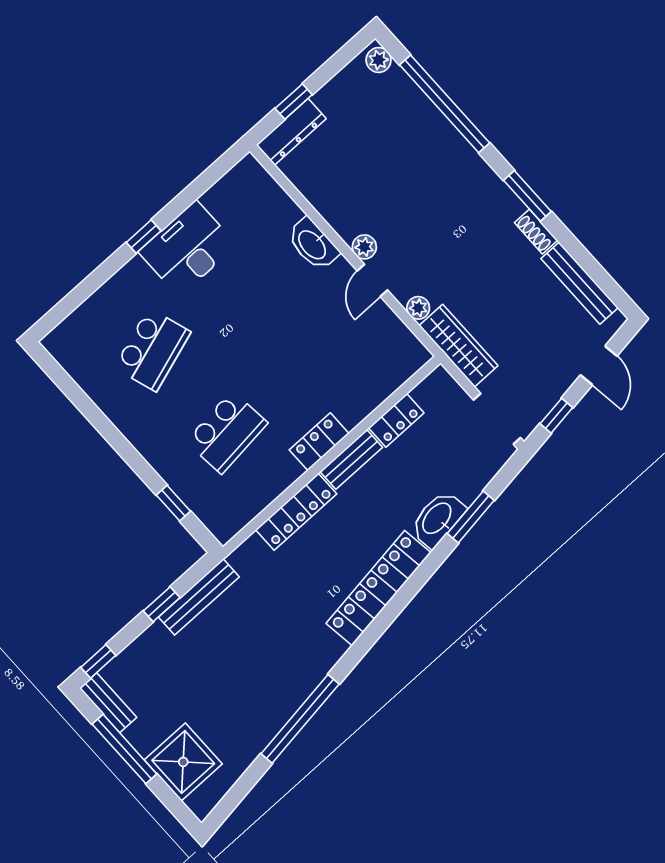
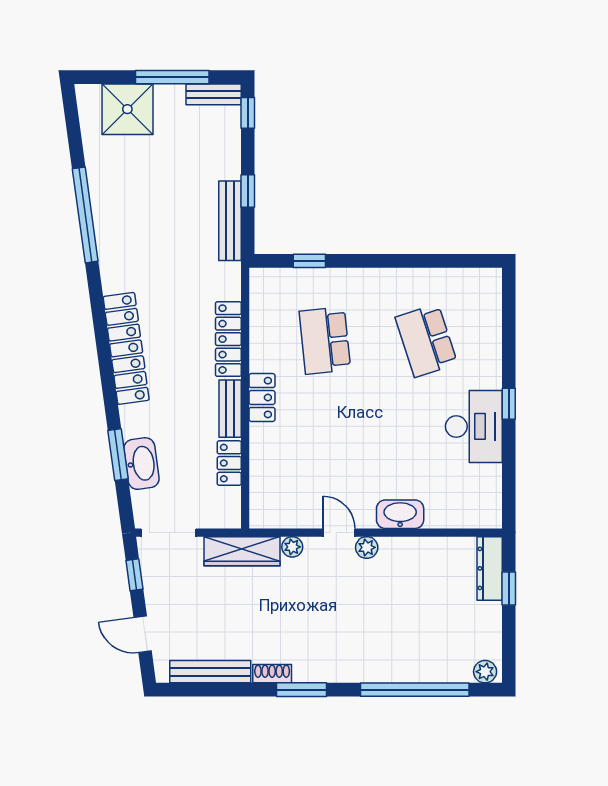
washbasin: (438, 519) -> (141, 464), moved

